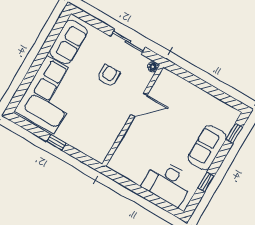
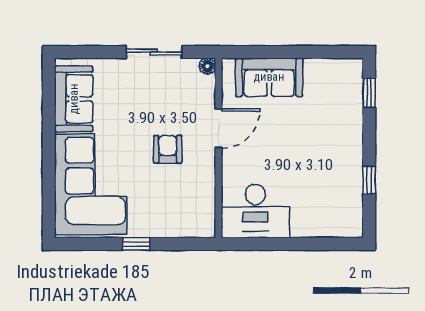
armchair: (108, 76) -> (168, 149), moved
sofa: (207, 148) -> (269, 77), moved, turned -90
desk: (168, 183) -> (255, 211), moved

